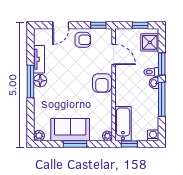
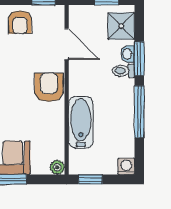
armchair: (83, 40) -> (20, 22), turned 90
armchair: (102, 83) -> (49, 87), turned 180
washbasin: (154, 83) -> (128, 54), moved
bathtub: (123, 124) -> (81, 122), moved

